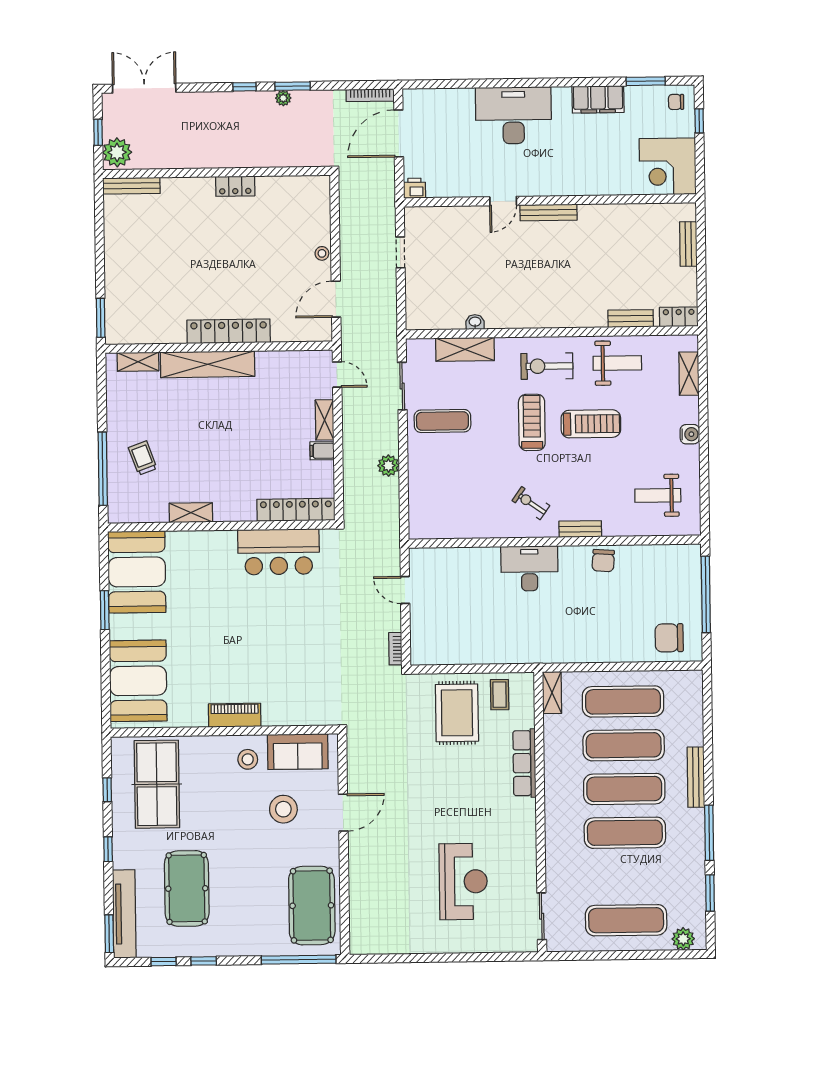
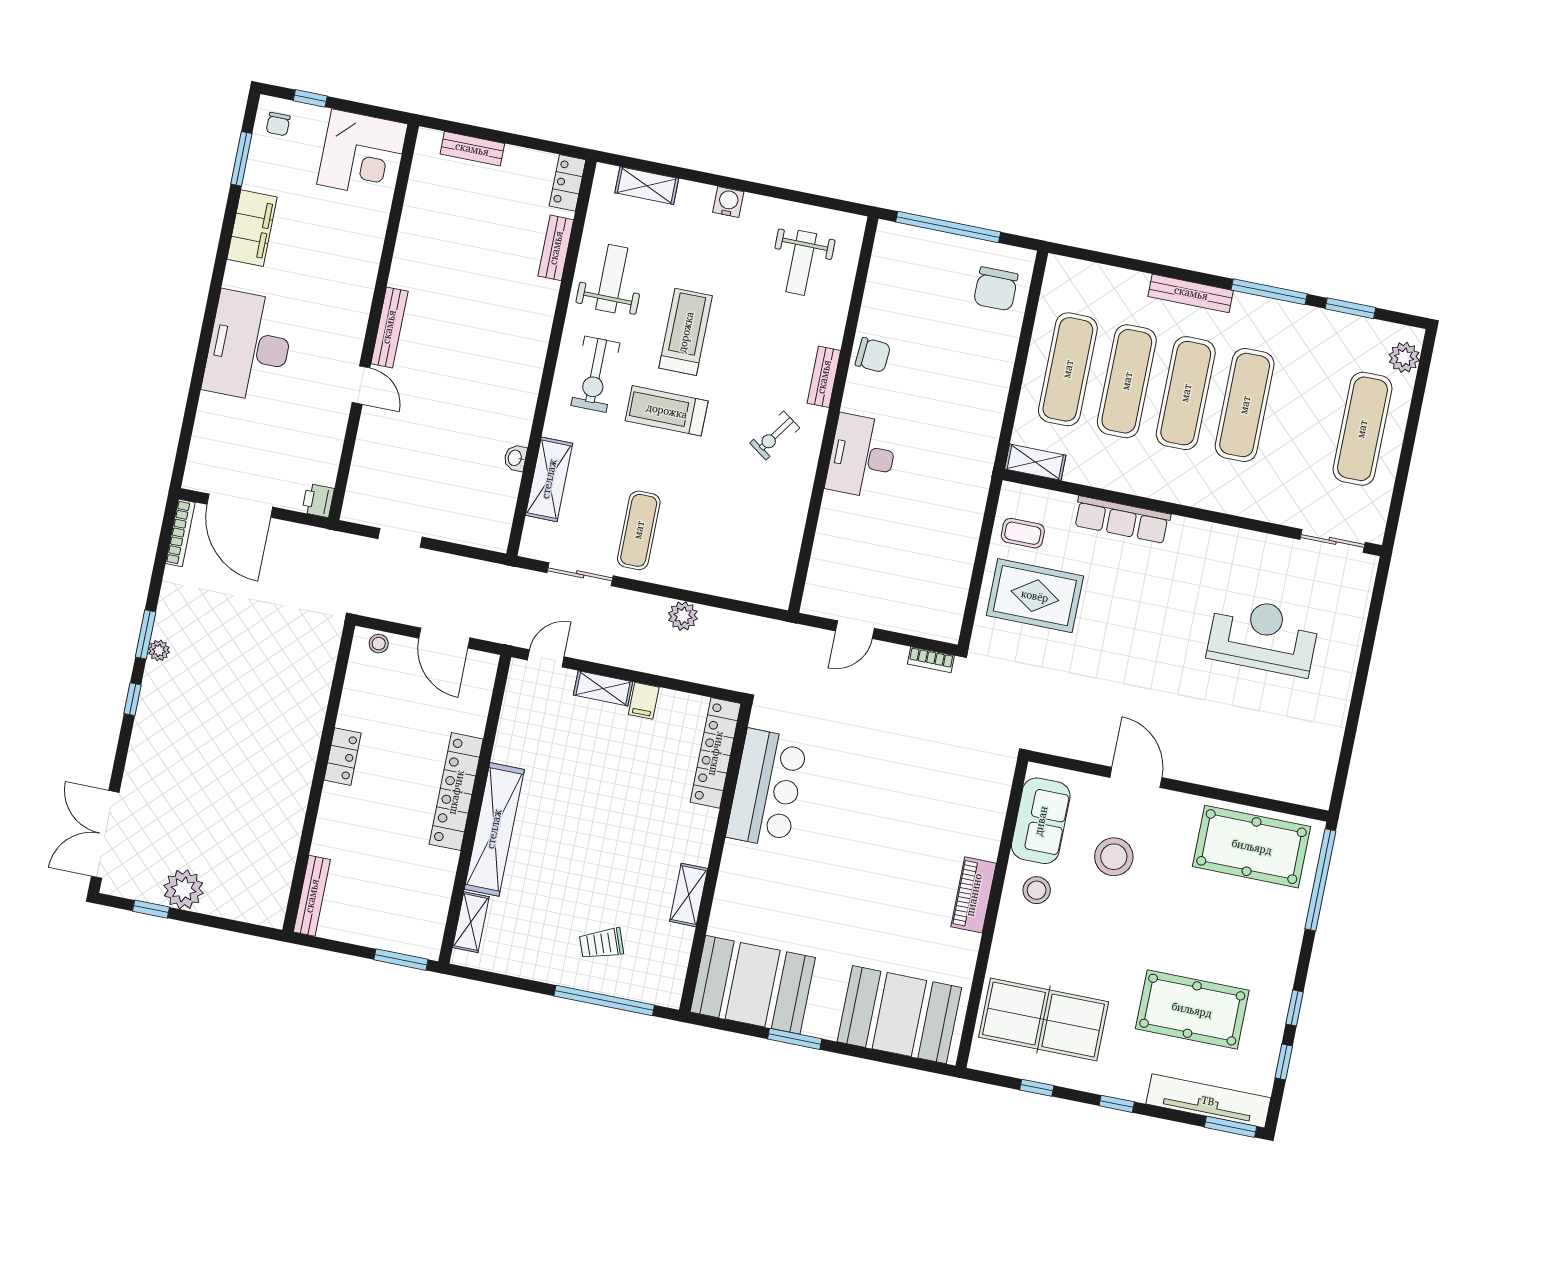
wall: (216, 173) -> (319, 778), moved
bench: (131, 186) -> (312, 896), moved
locker: (235, 186) -> (343, 757), moved

